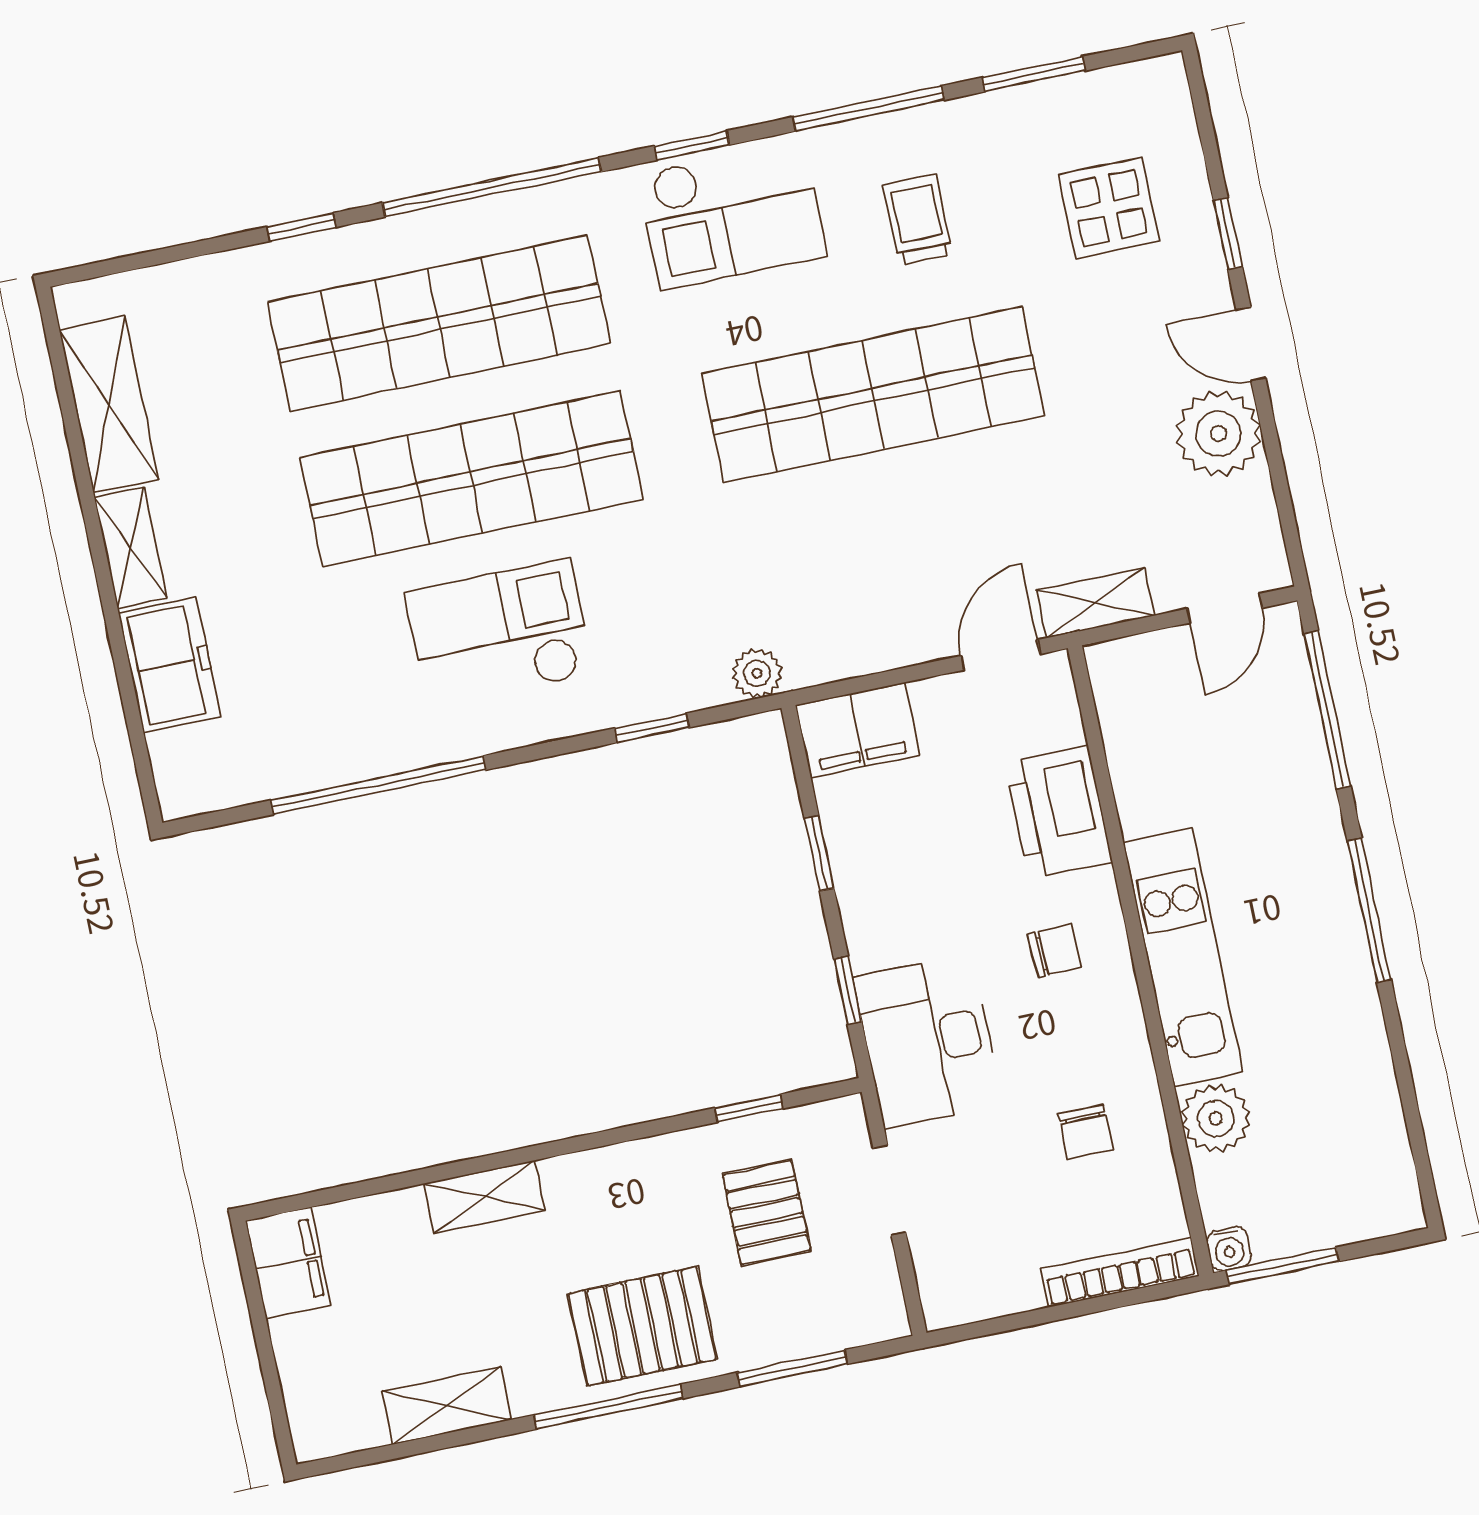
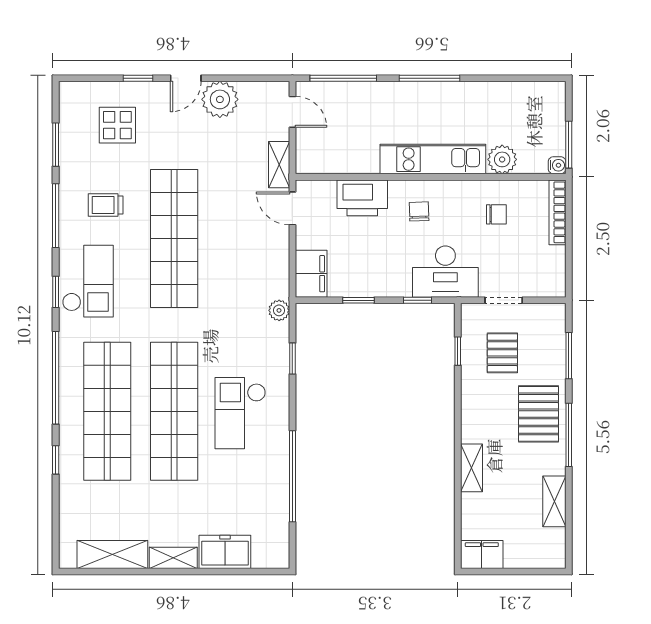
pallet: (767, 1213) -> (502, 353), turned 90

